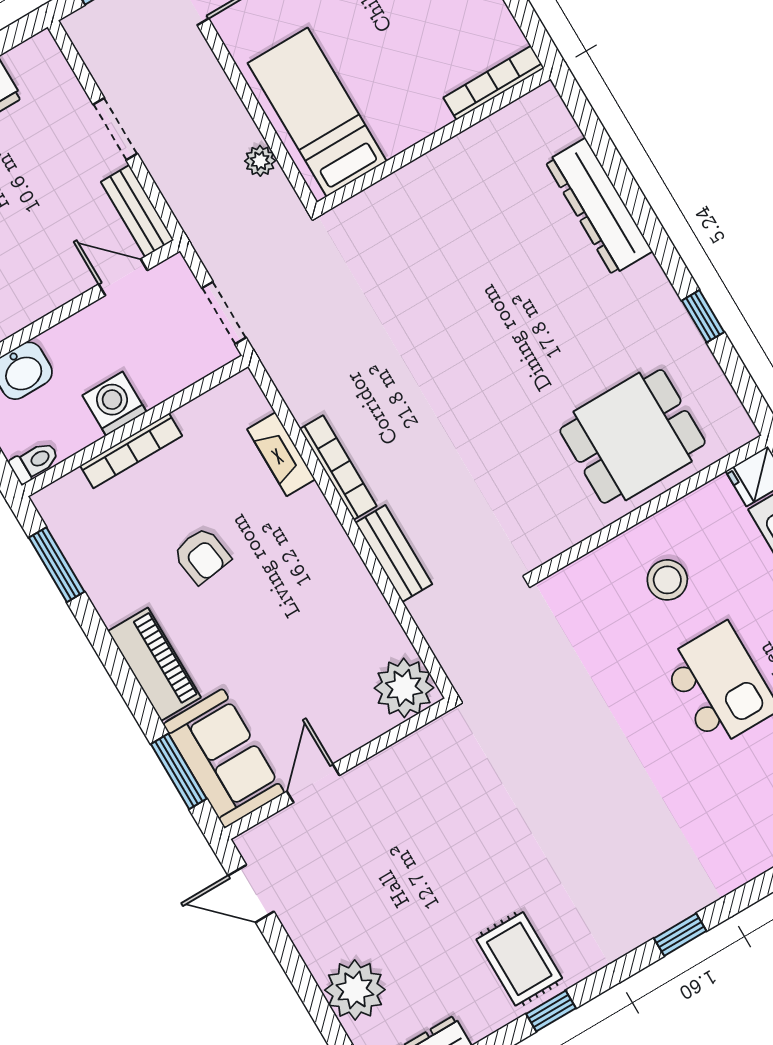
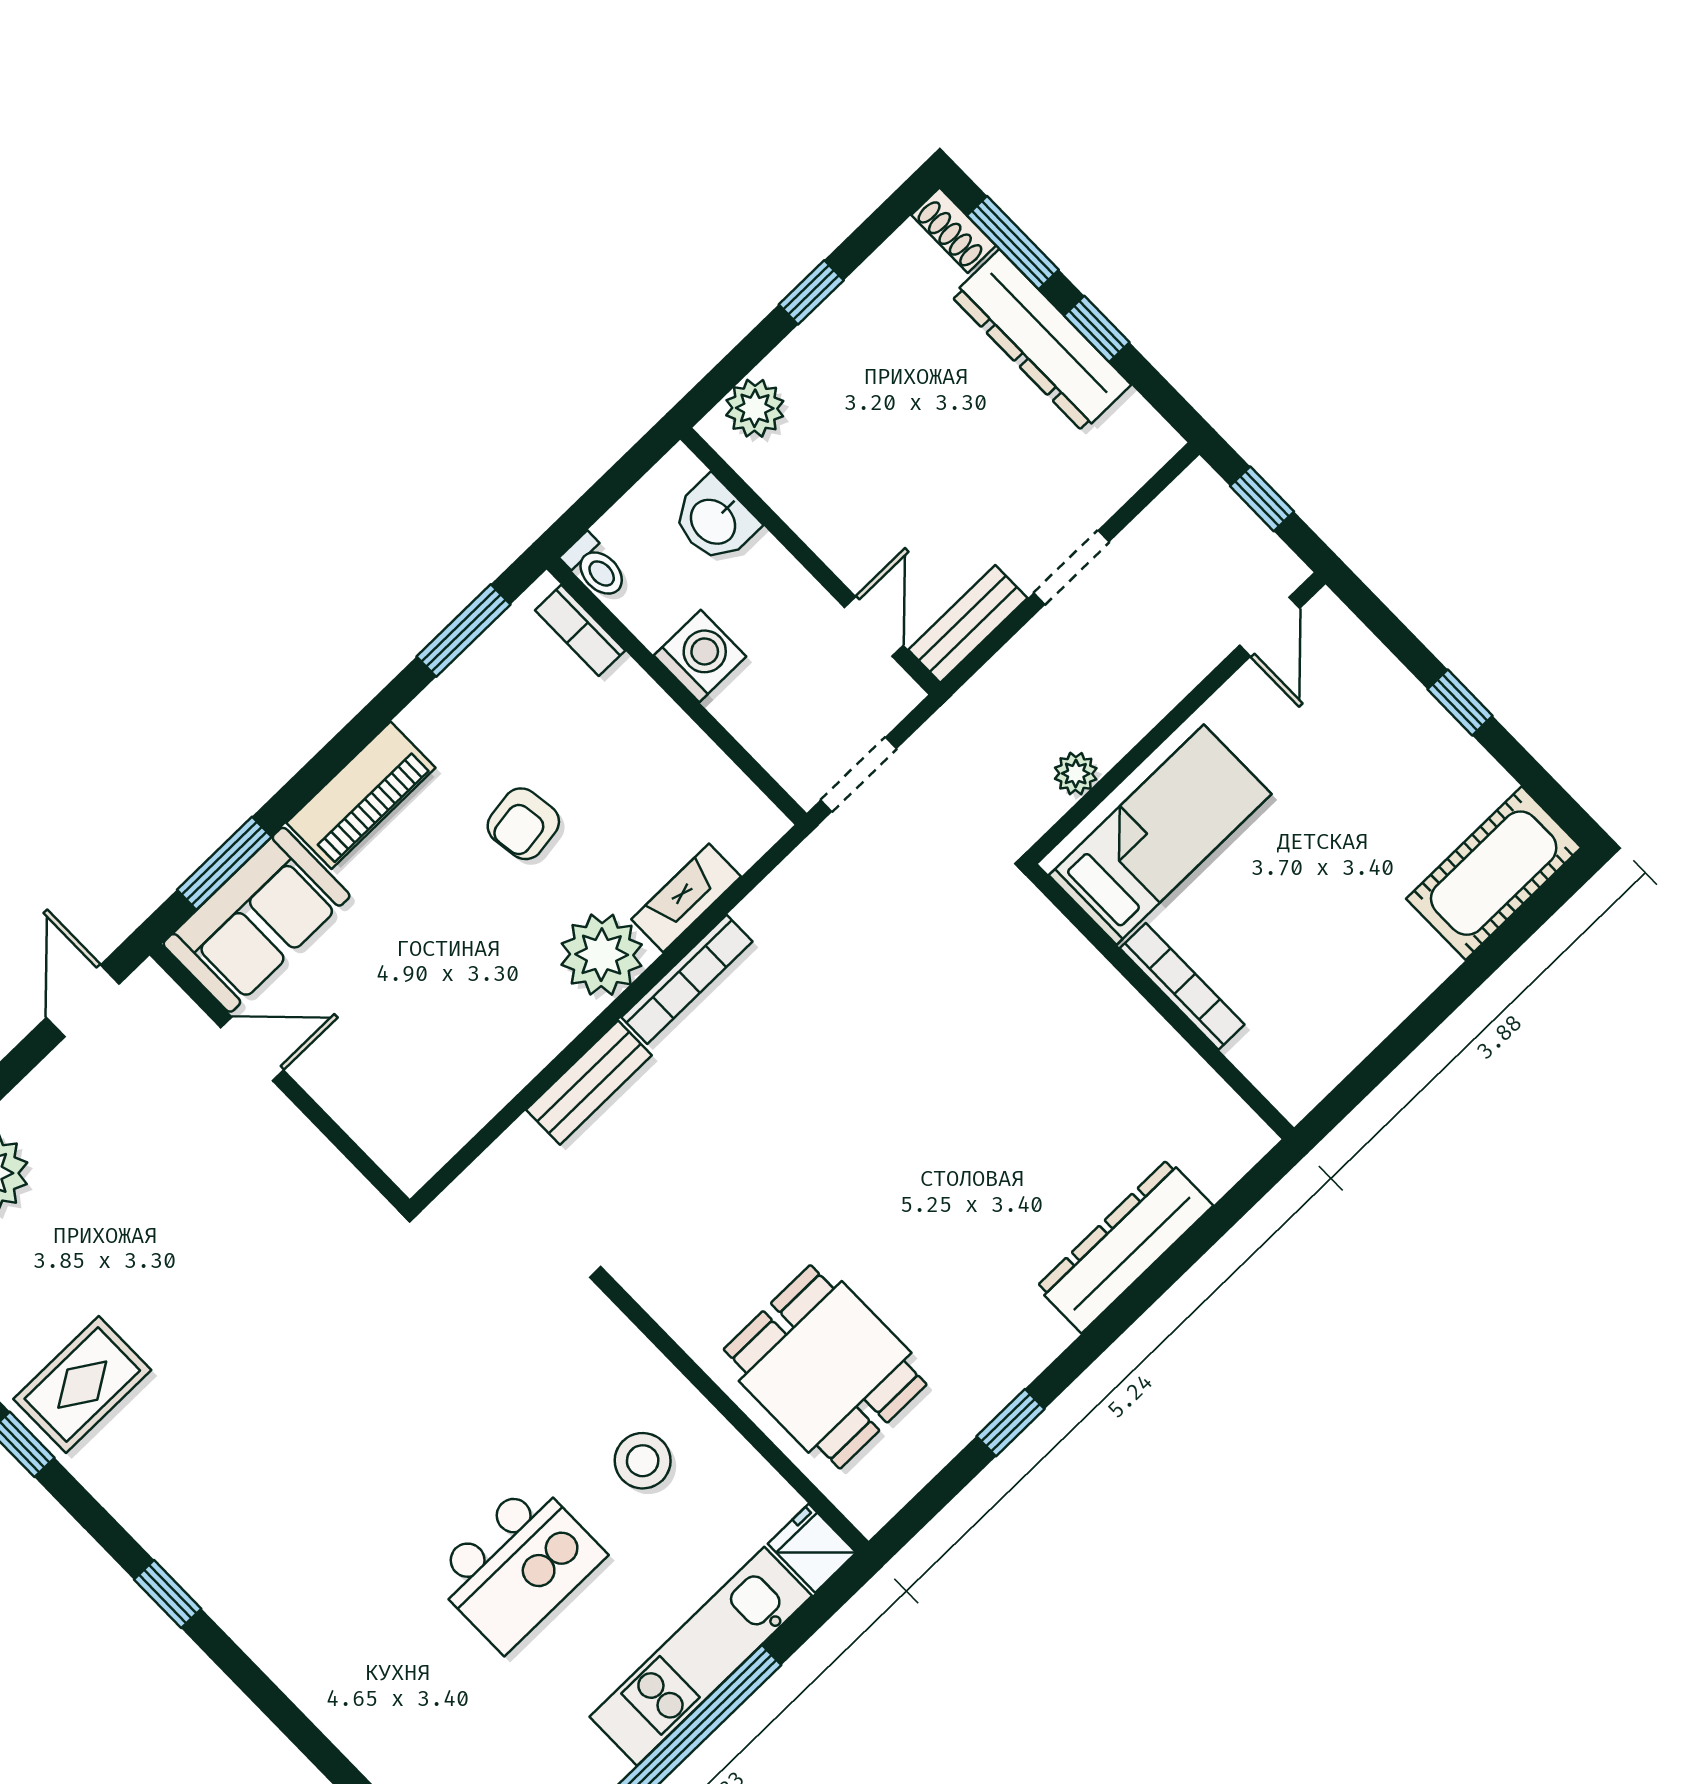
bookcase: (494, 83) -> (1182, 986), moved
bookcase: (131, 451) -> (580, 630), moved, width x0.64
plant: (404, 688) -> (602, 955), moved

